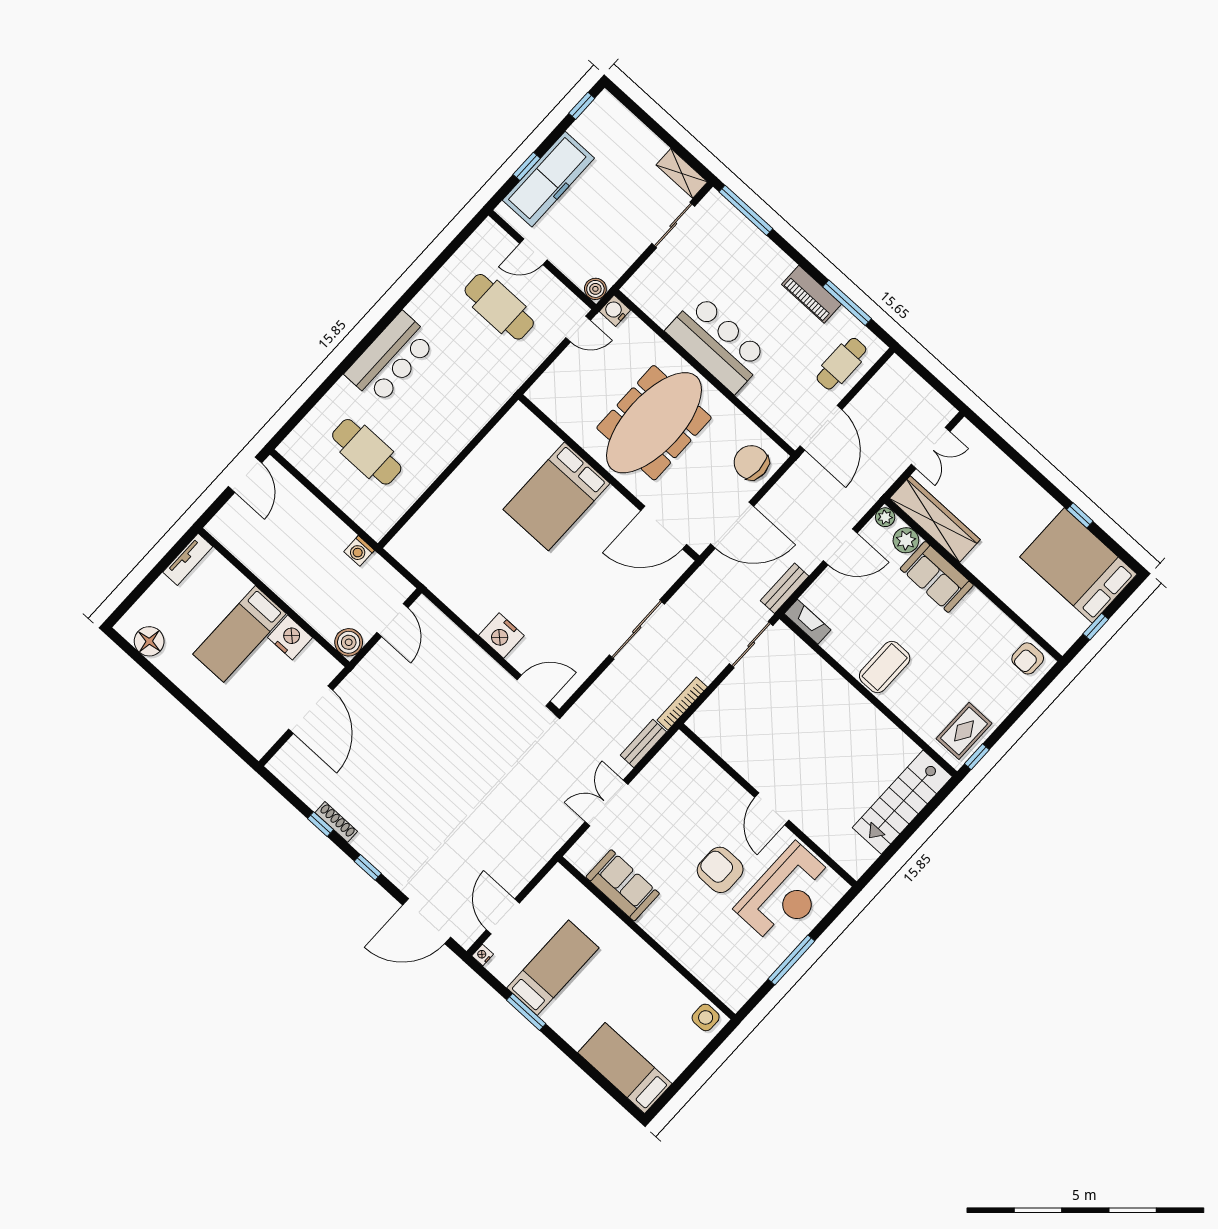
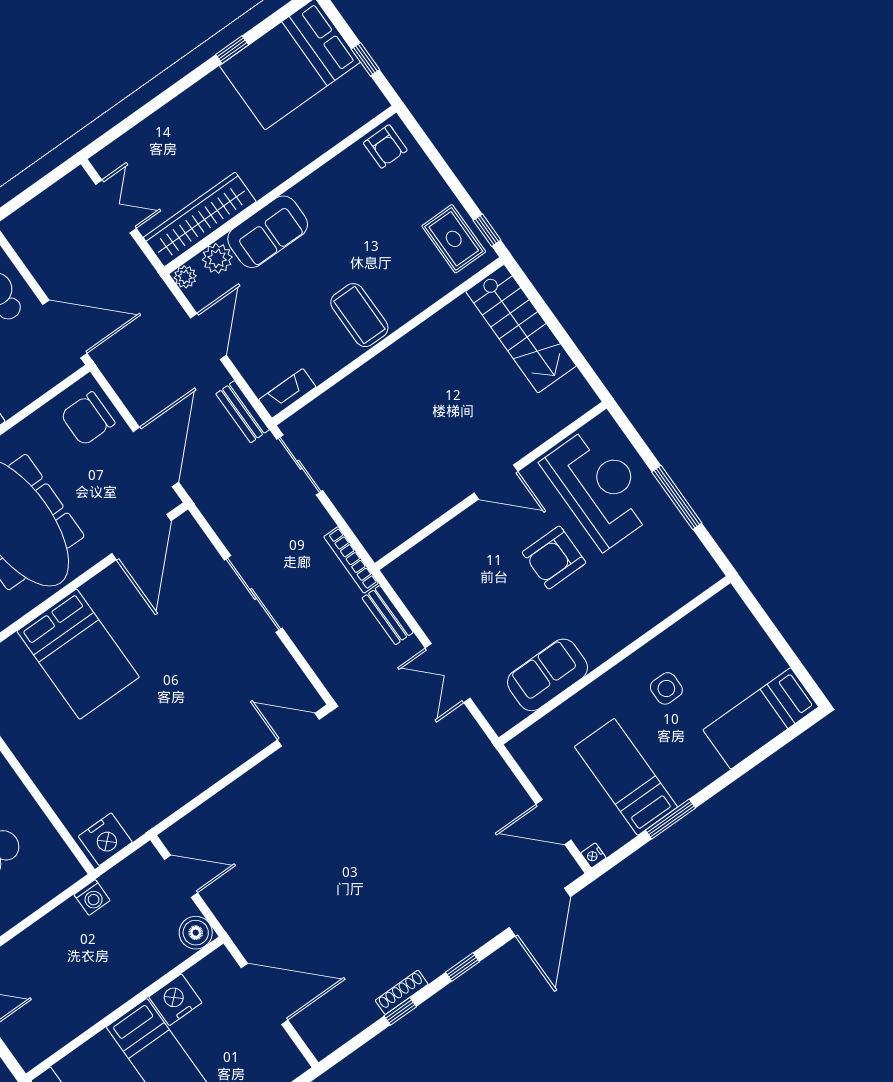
nightstand: (501, 635) -> (105, 839), moved
door: (534, 691) -> (298, 730), hinge flipped
side table: (706, 1017) -> (666, 688), moved

